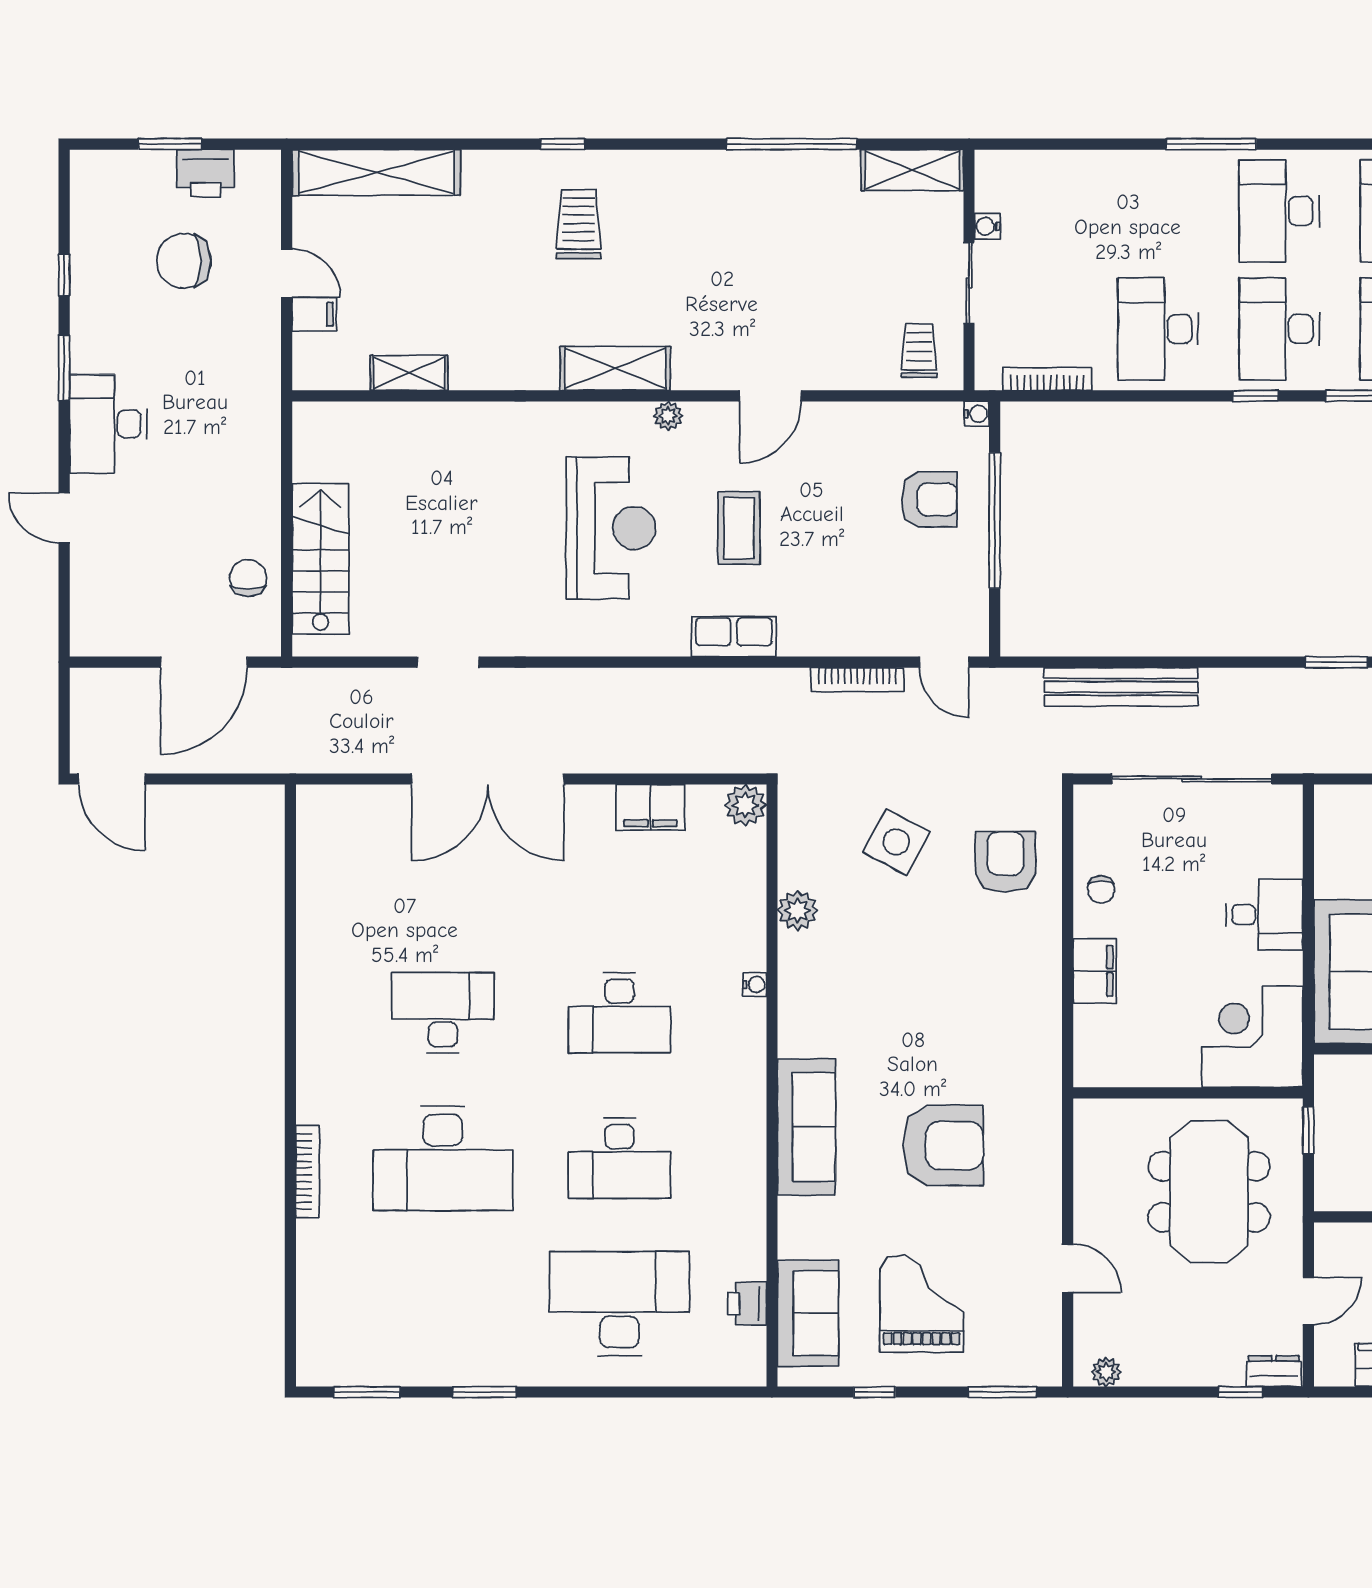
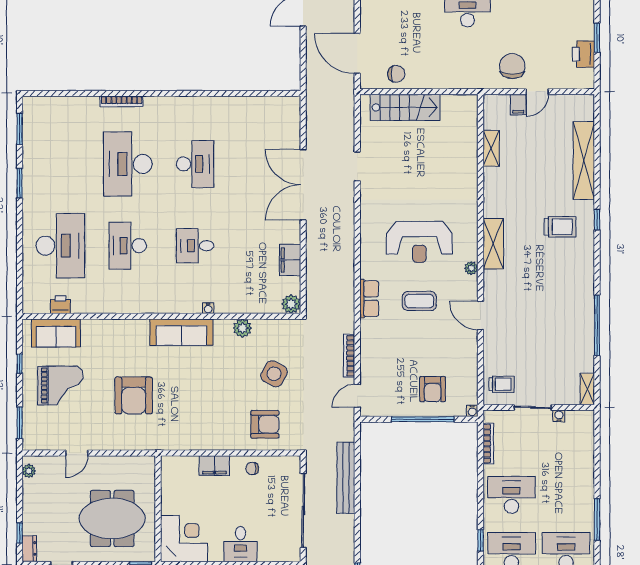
shelving: (912, 170) -> (587, 389), width x0.67, depth x0.75
shelving: (376, 172) -> (584, 160), moved
chair: (184, 261) -> (512, 66), moved
desk: (619, 1013) -> (195, 246), width x0.73
sofa: (806, 1127) -> (181, 332), moved

